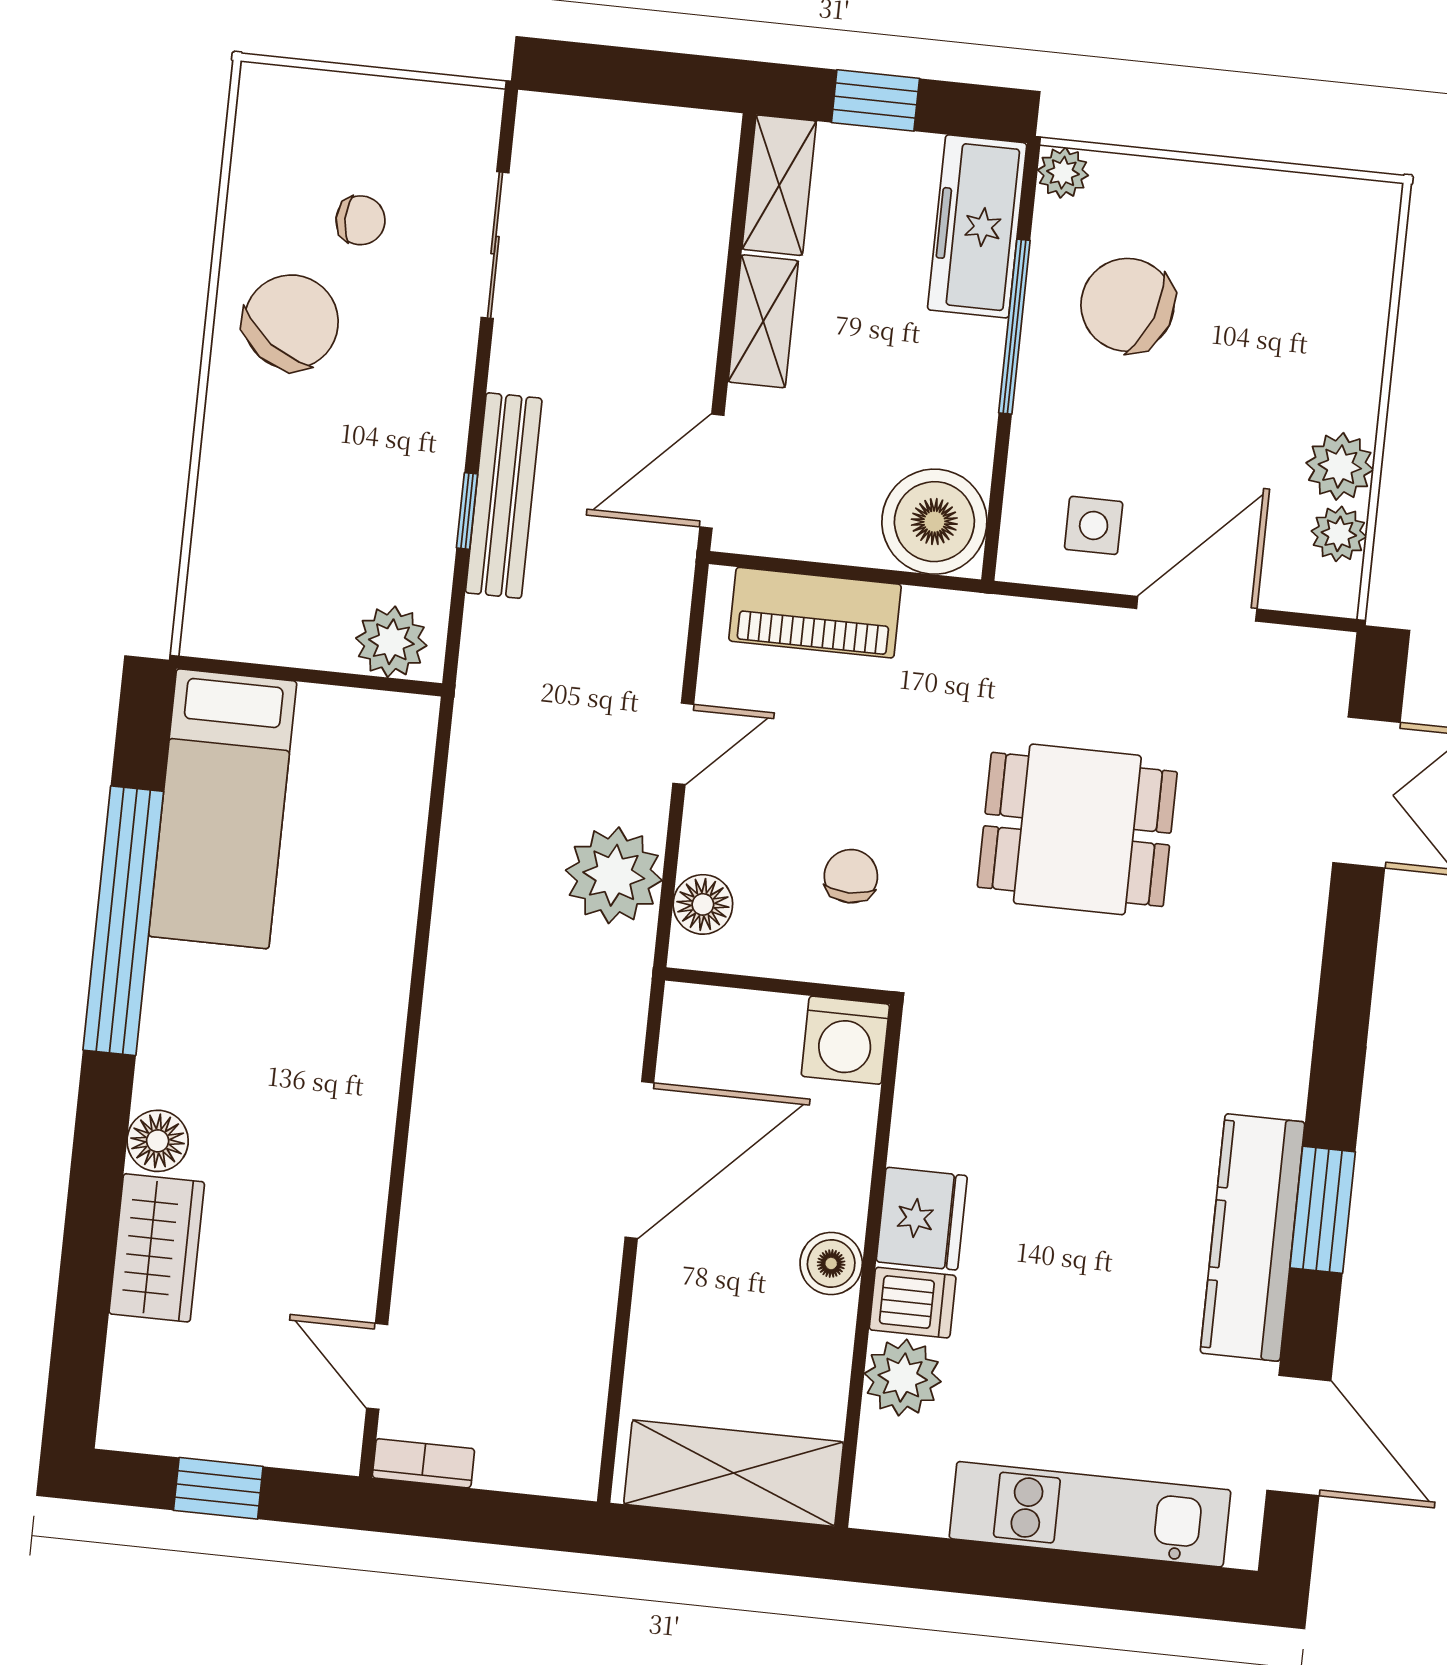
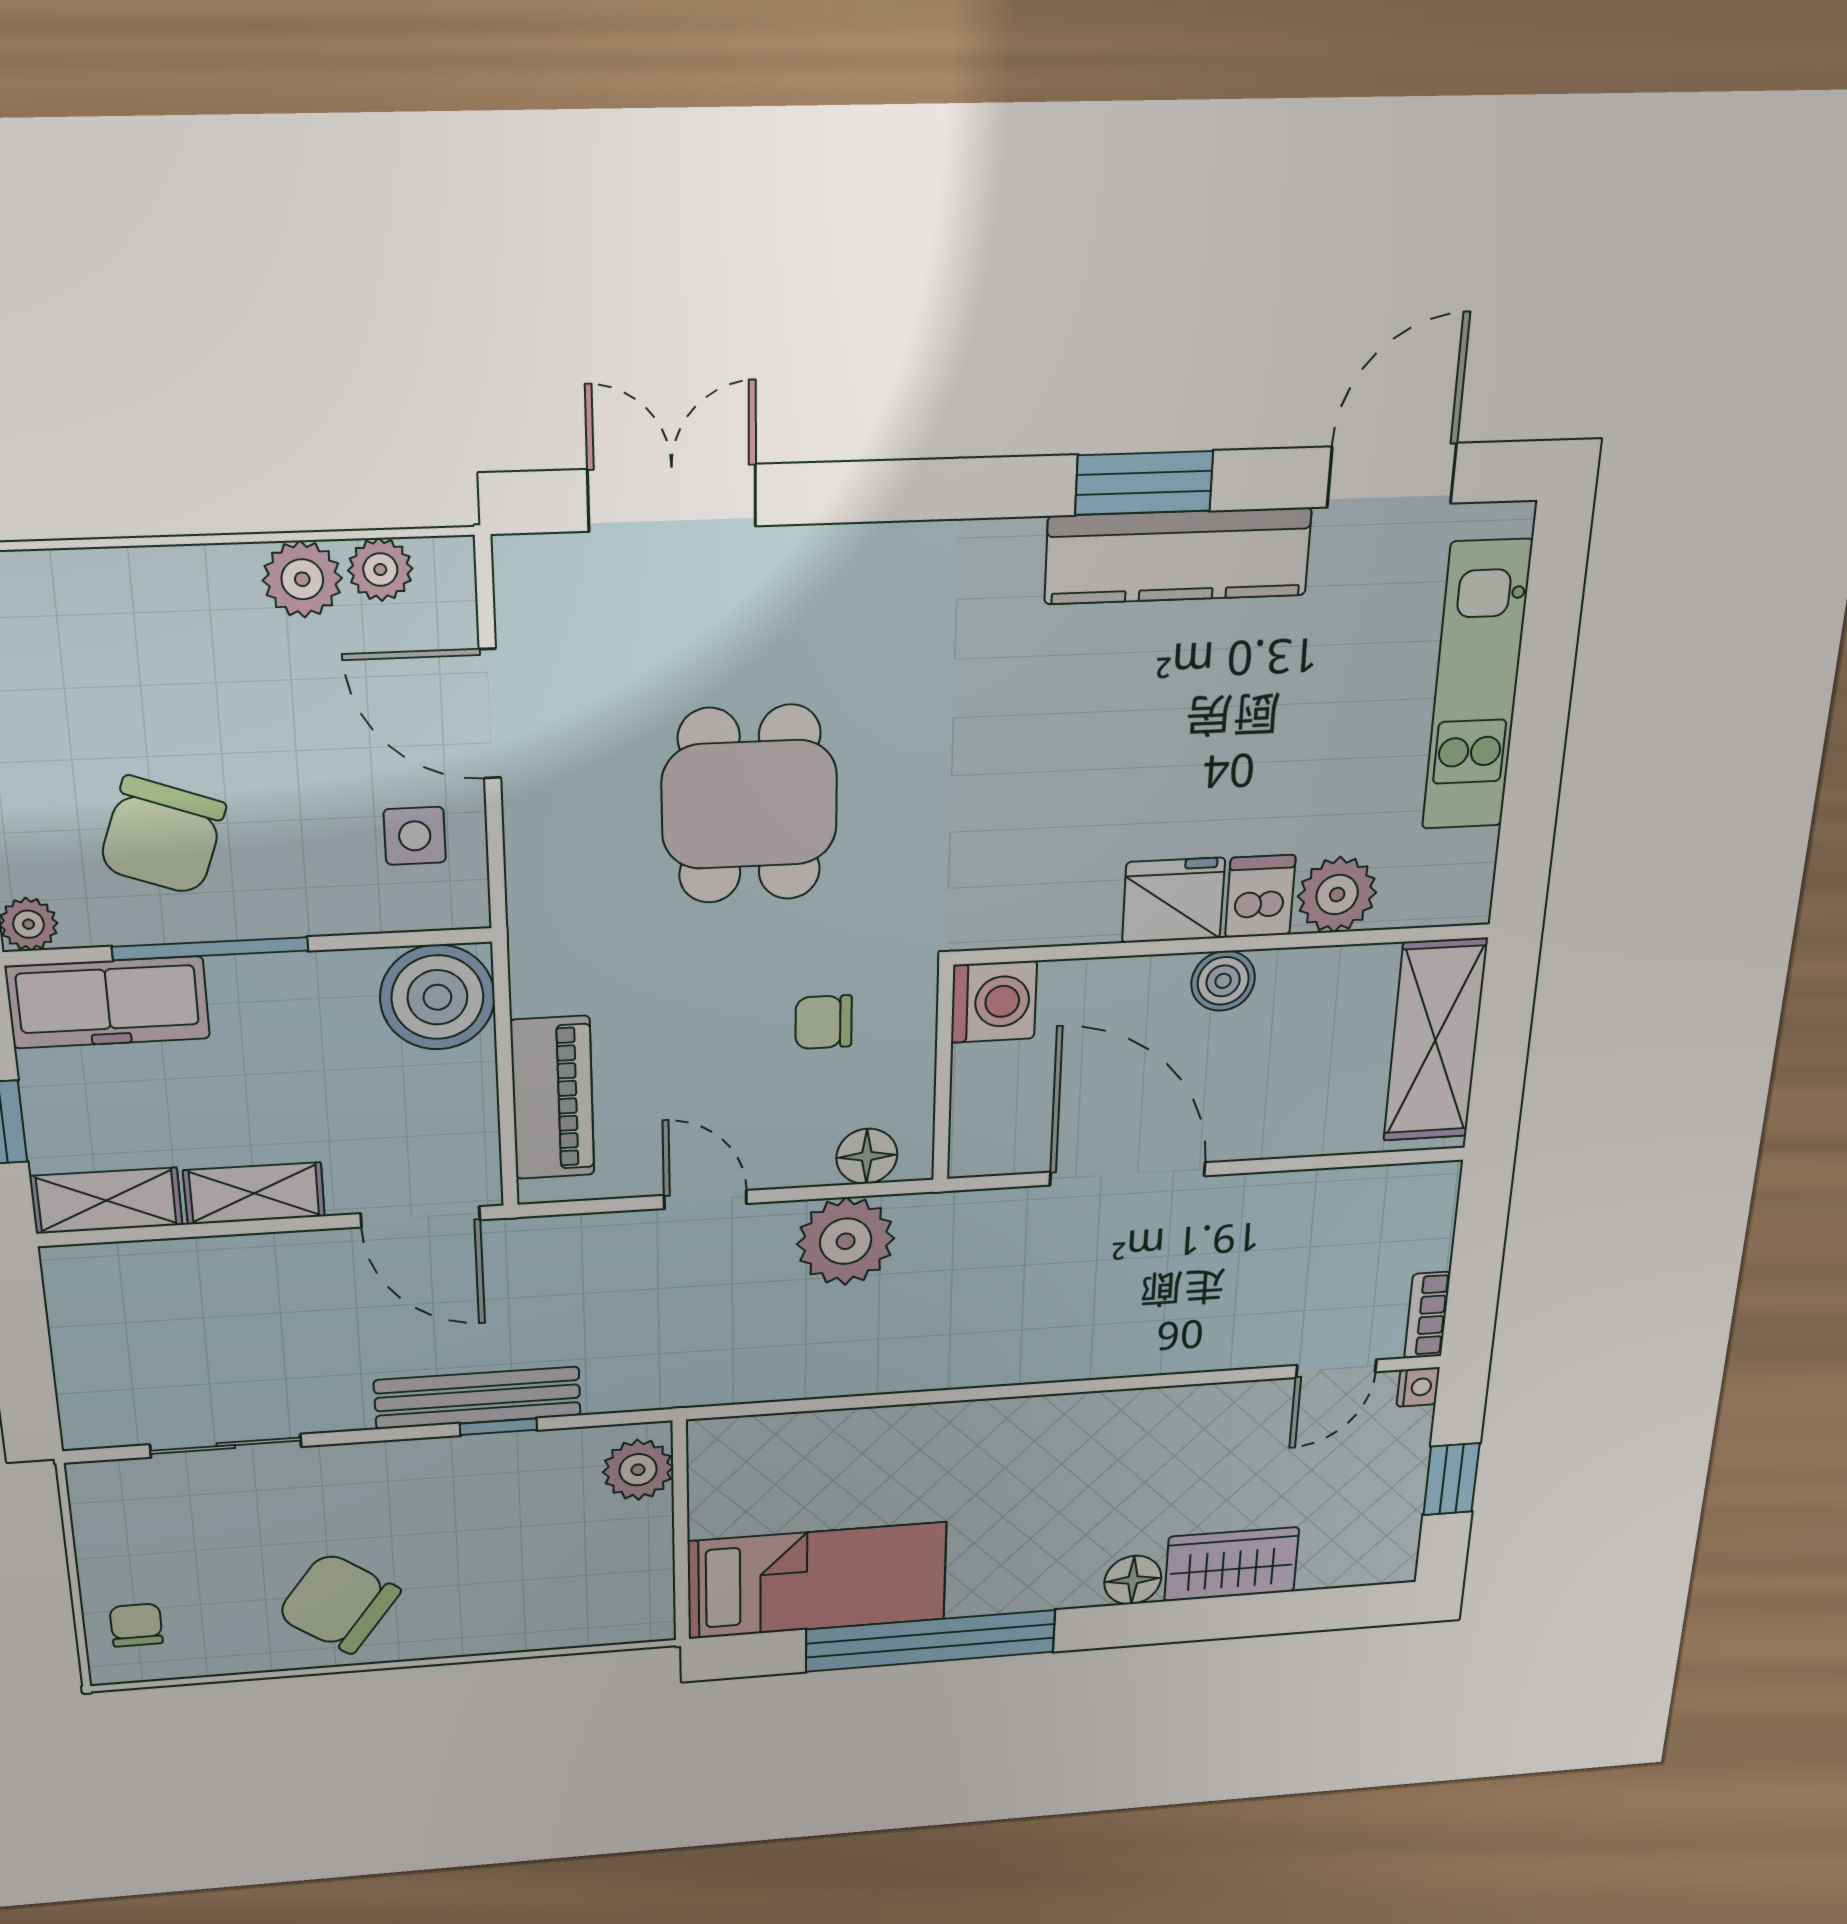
chair: (361, 220) -> (136, 1625), moved
nightstand: (339, 1453) -> (1418, 1387), added

